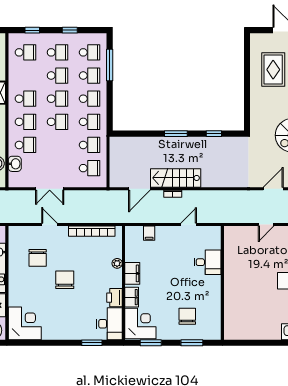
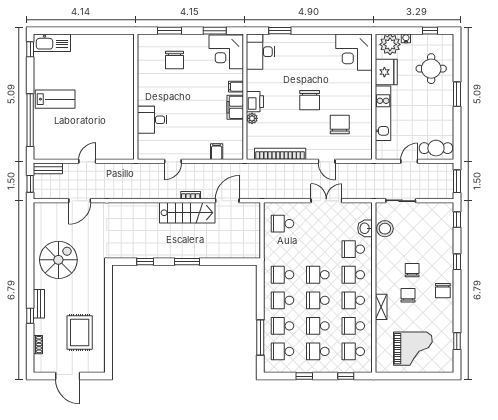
school desk: (90, 145) -> (353, 326), moved
filing cabinet: (132, 297) -> (236, 87), width x0.50
printer: (114, 298) -> (255, 102), moved

